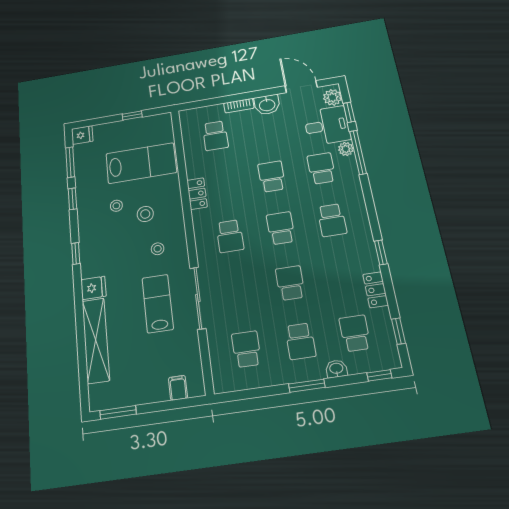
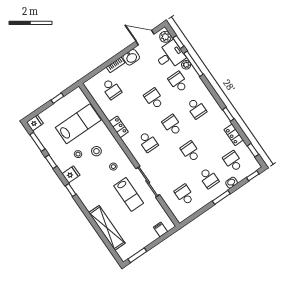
fridge: (93, 288) -> (71, 174), moved
lab bench: (158, 303) -> (129, 194), turned 180

